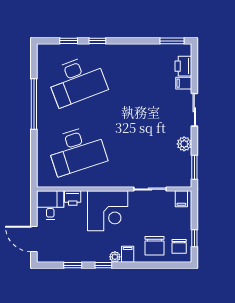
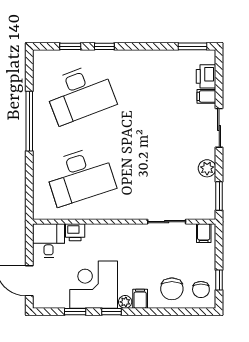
corner desk: (108, 211) -> (94, 285), moved, turned 180

